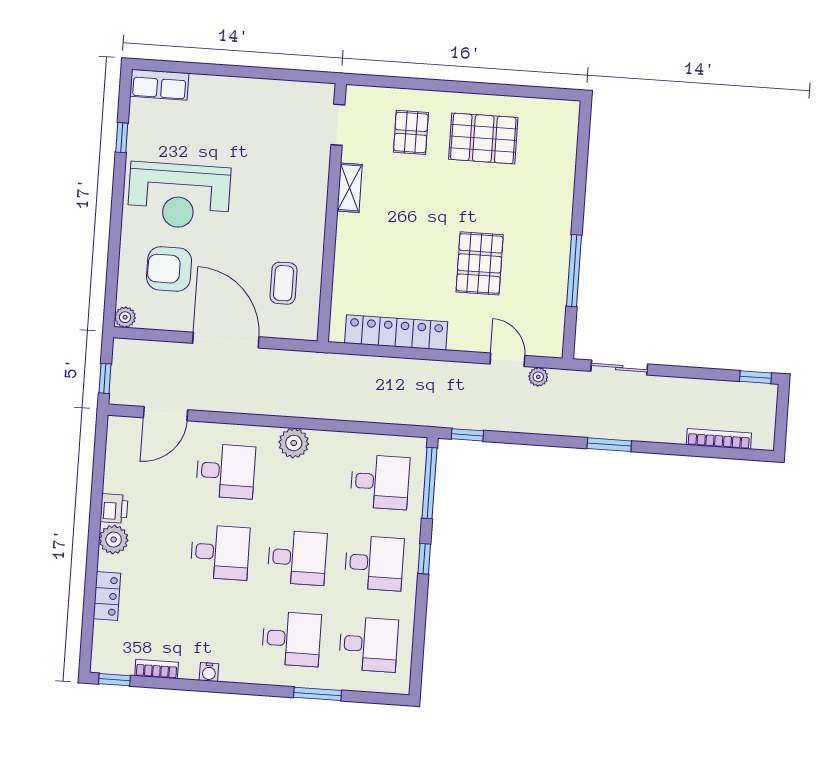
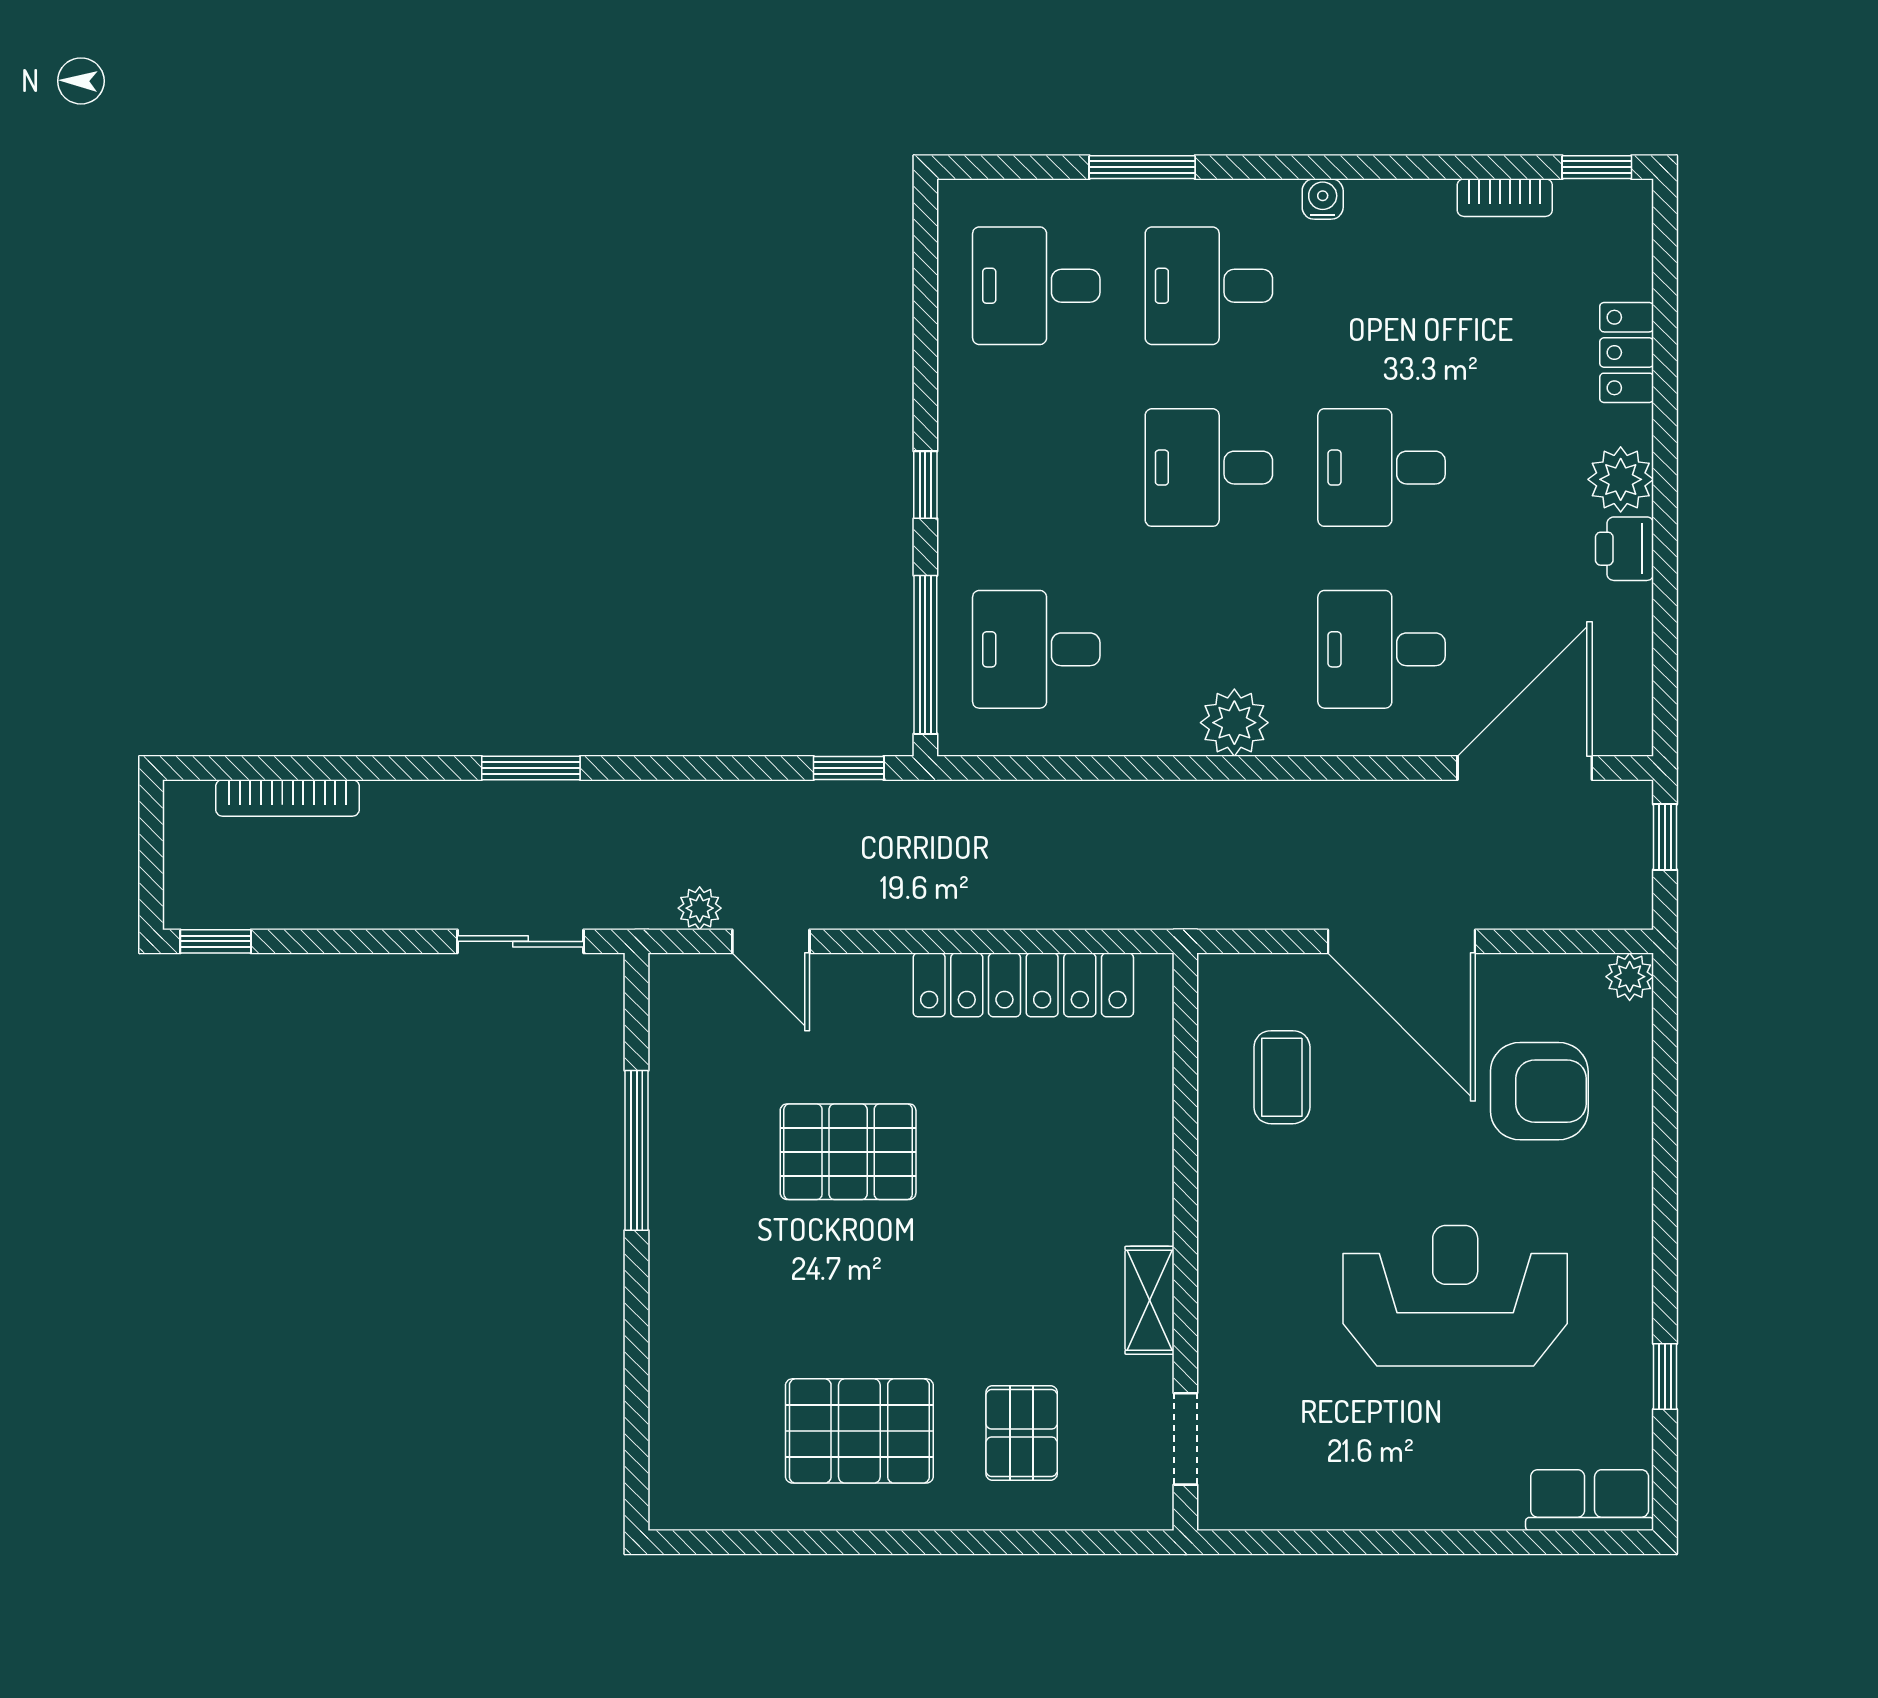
reception desk: (179, 196) -> (1455, 1296), moved
pallet: (480, 263) -> (848, 1152), turned 90
door: (165, 414) -> (1525, 768), width x1.36
desk: (374, 563) -> (1036, 468), removed
water cooler: (209, 672) -> (1323, 199), moved

